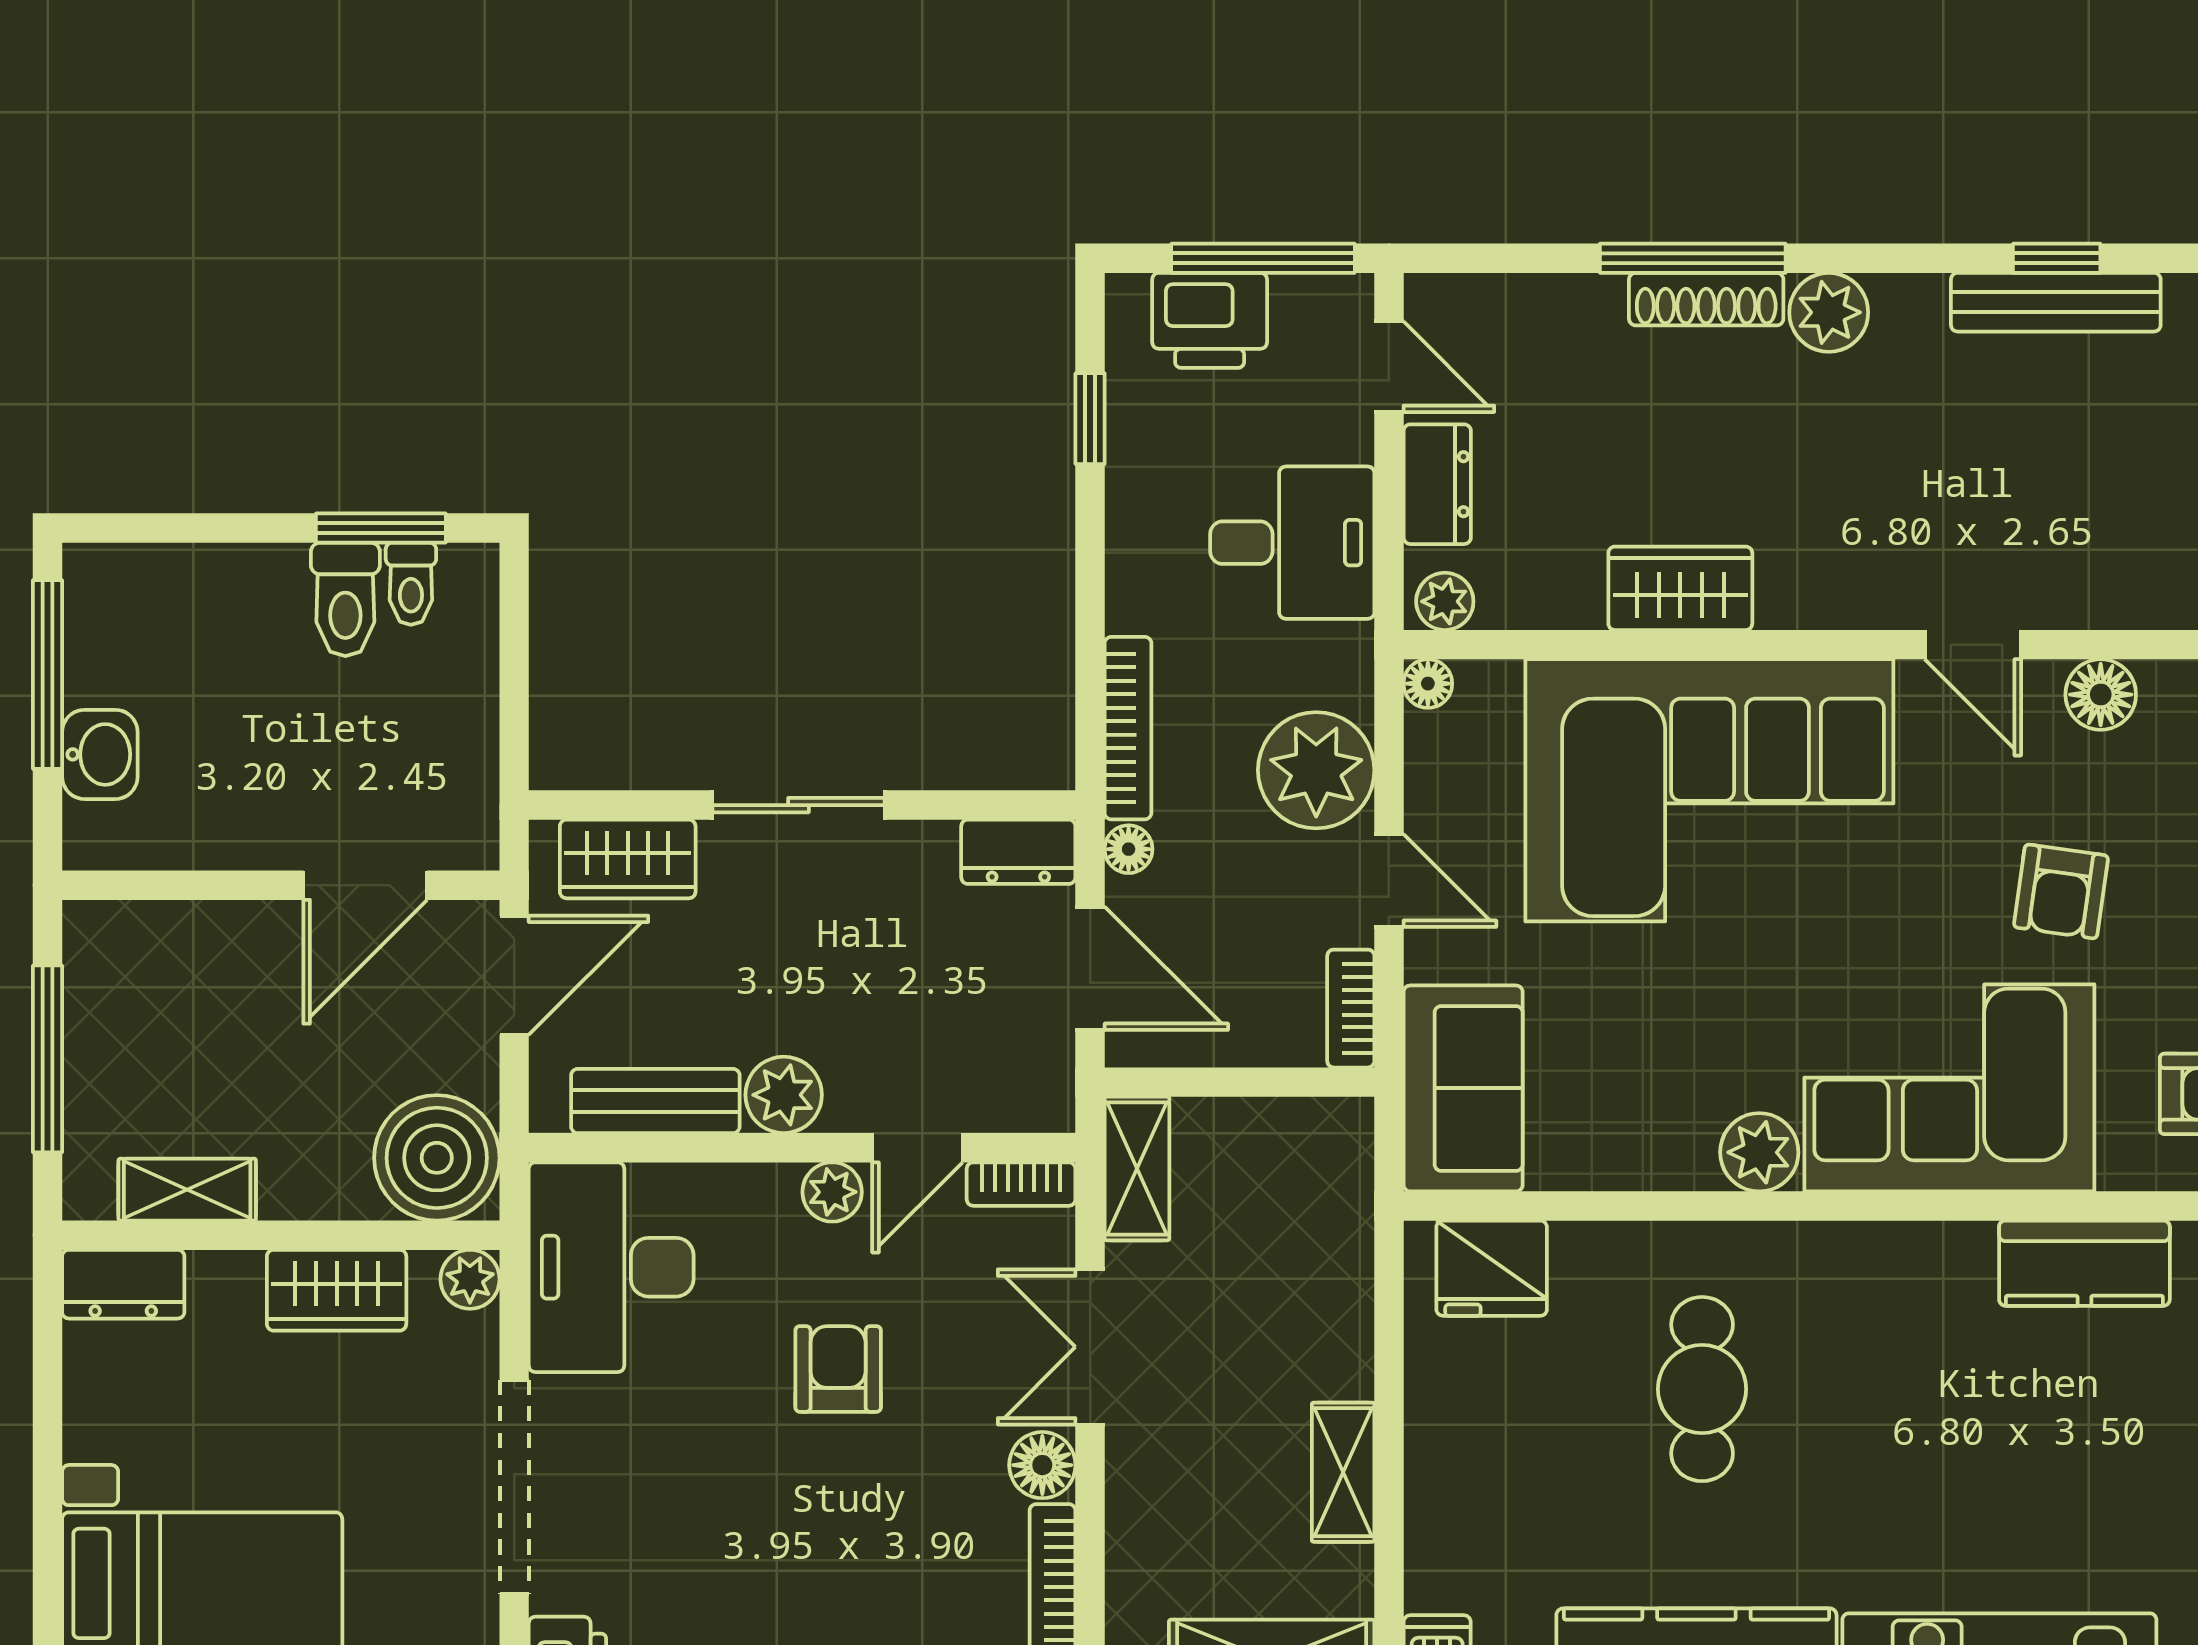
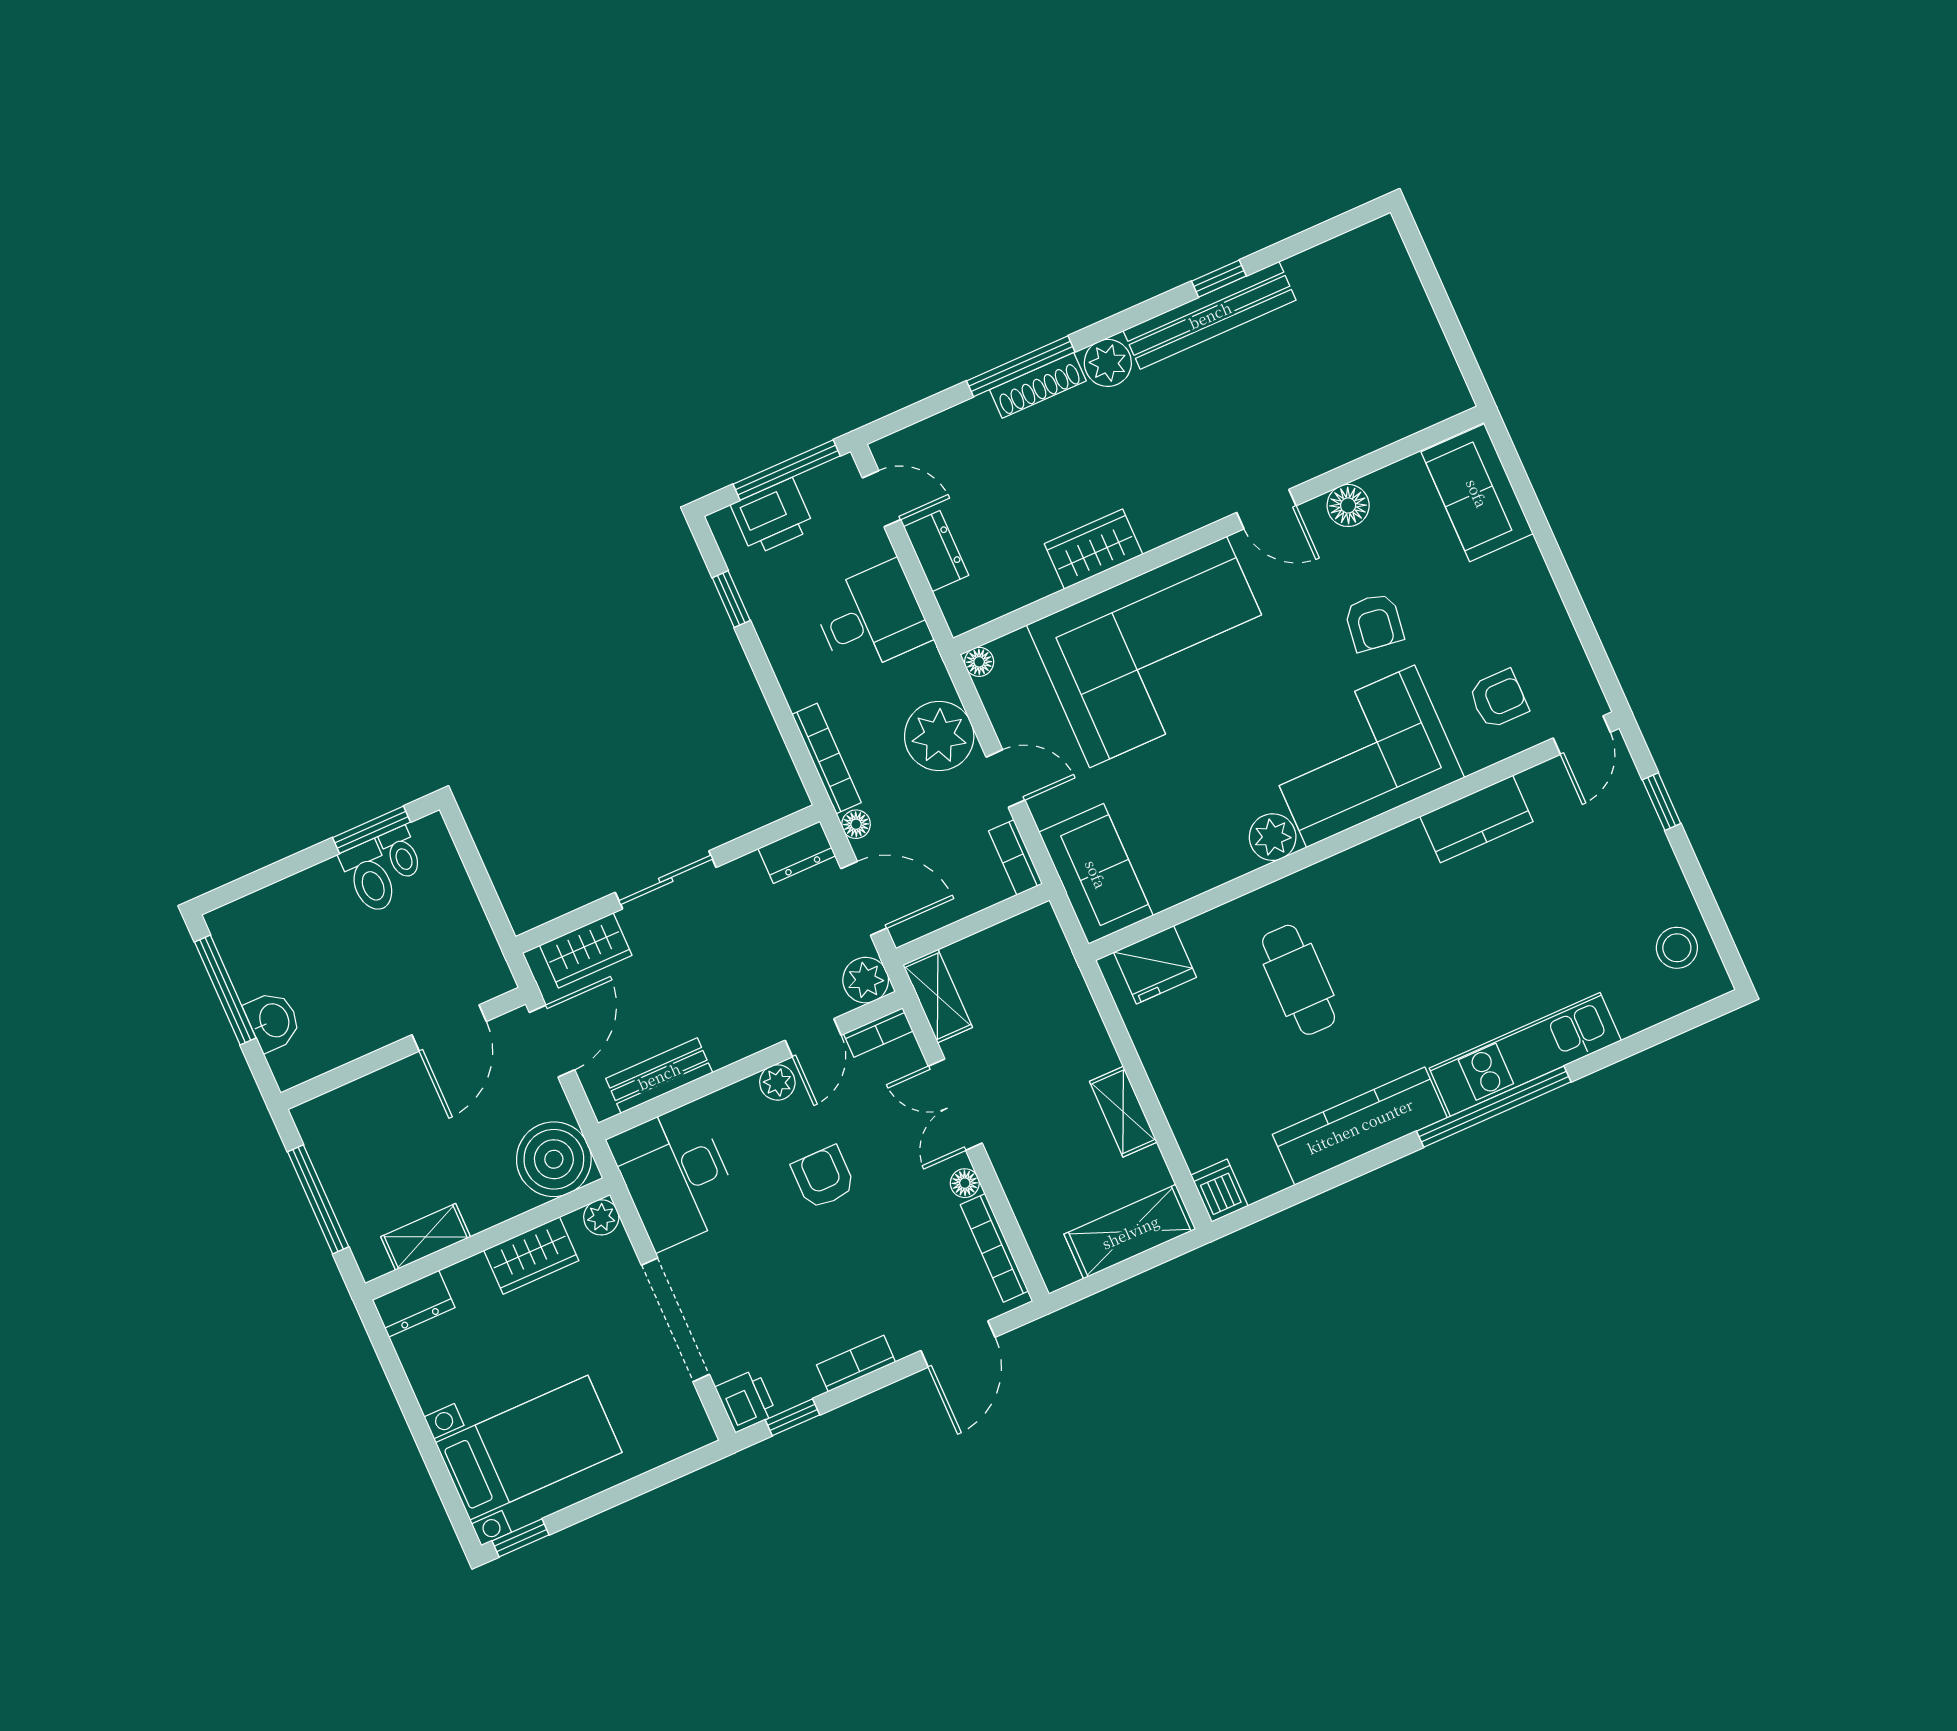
bench: (2056, 302) -> (1210, 315), width x1.37, depth x1.21
plant: (1445, 601) -> (968, 613), removed
plant: (784, 1095) -> (866, 980), moved
floor lamp: (1042, 1465) -> (965, 1183), width x0.73, depth x0.73

